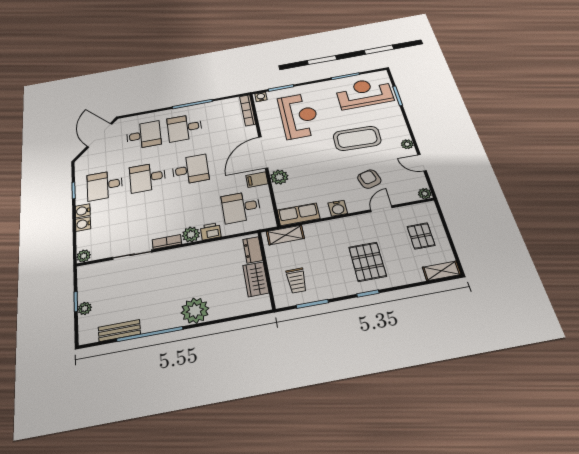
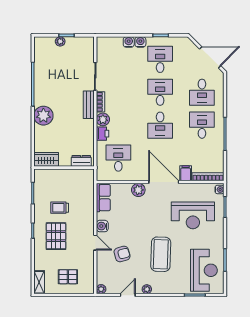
filing cabinet: (257, 180) -> (186, 173), moved
door: (381, 209) -> (95, 243), moved
shelving: (285, 235) -> (88, 185), removed
plant: (84, 256) -> (102, 42), removed
pallet: (368, 262) -> (56, 236), turned 90
wardrobe: (256, 279) -> (46, 159), moved
trolley: (297, 280) -> (60, 208), moved
bench: (119, 331) -> (89, 105), moved

